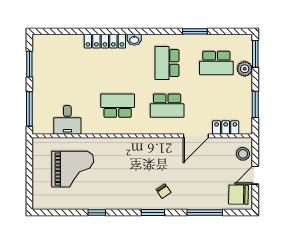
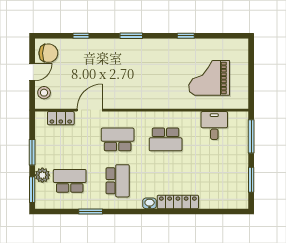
window: (255, 104) -> (32, 152), moved
chair: (164, 191) -> (121, 56), removed
window: (205, 213) -> (81, 36), width x0.46

